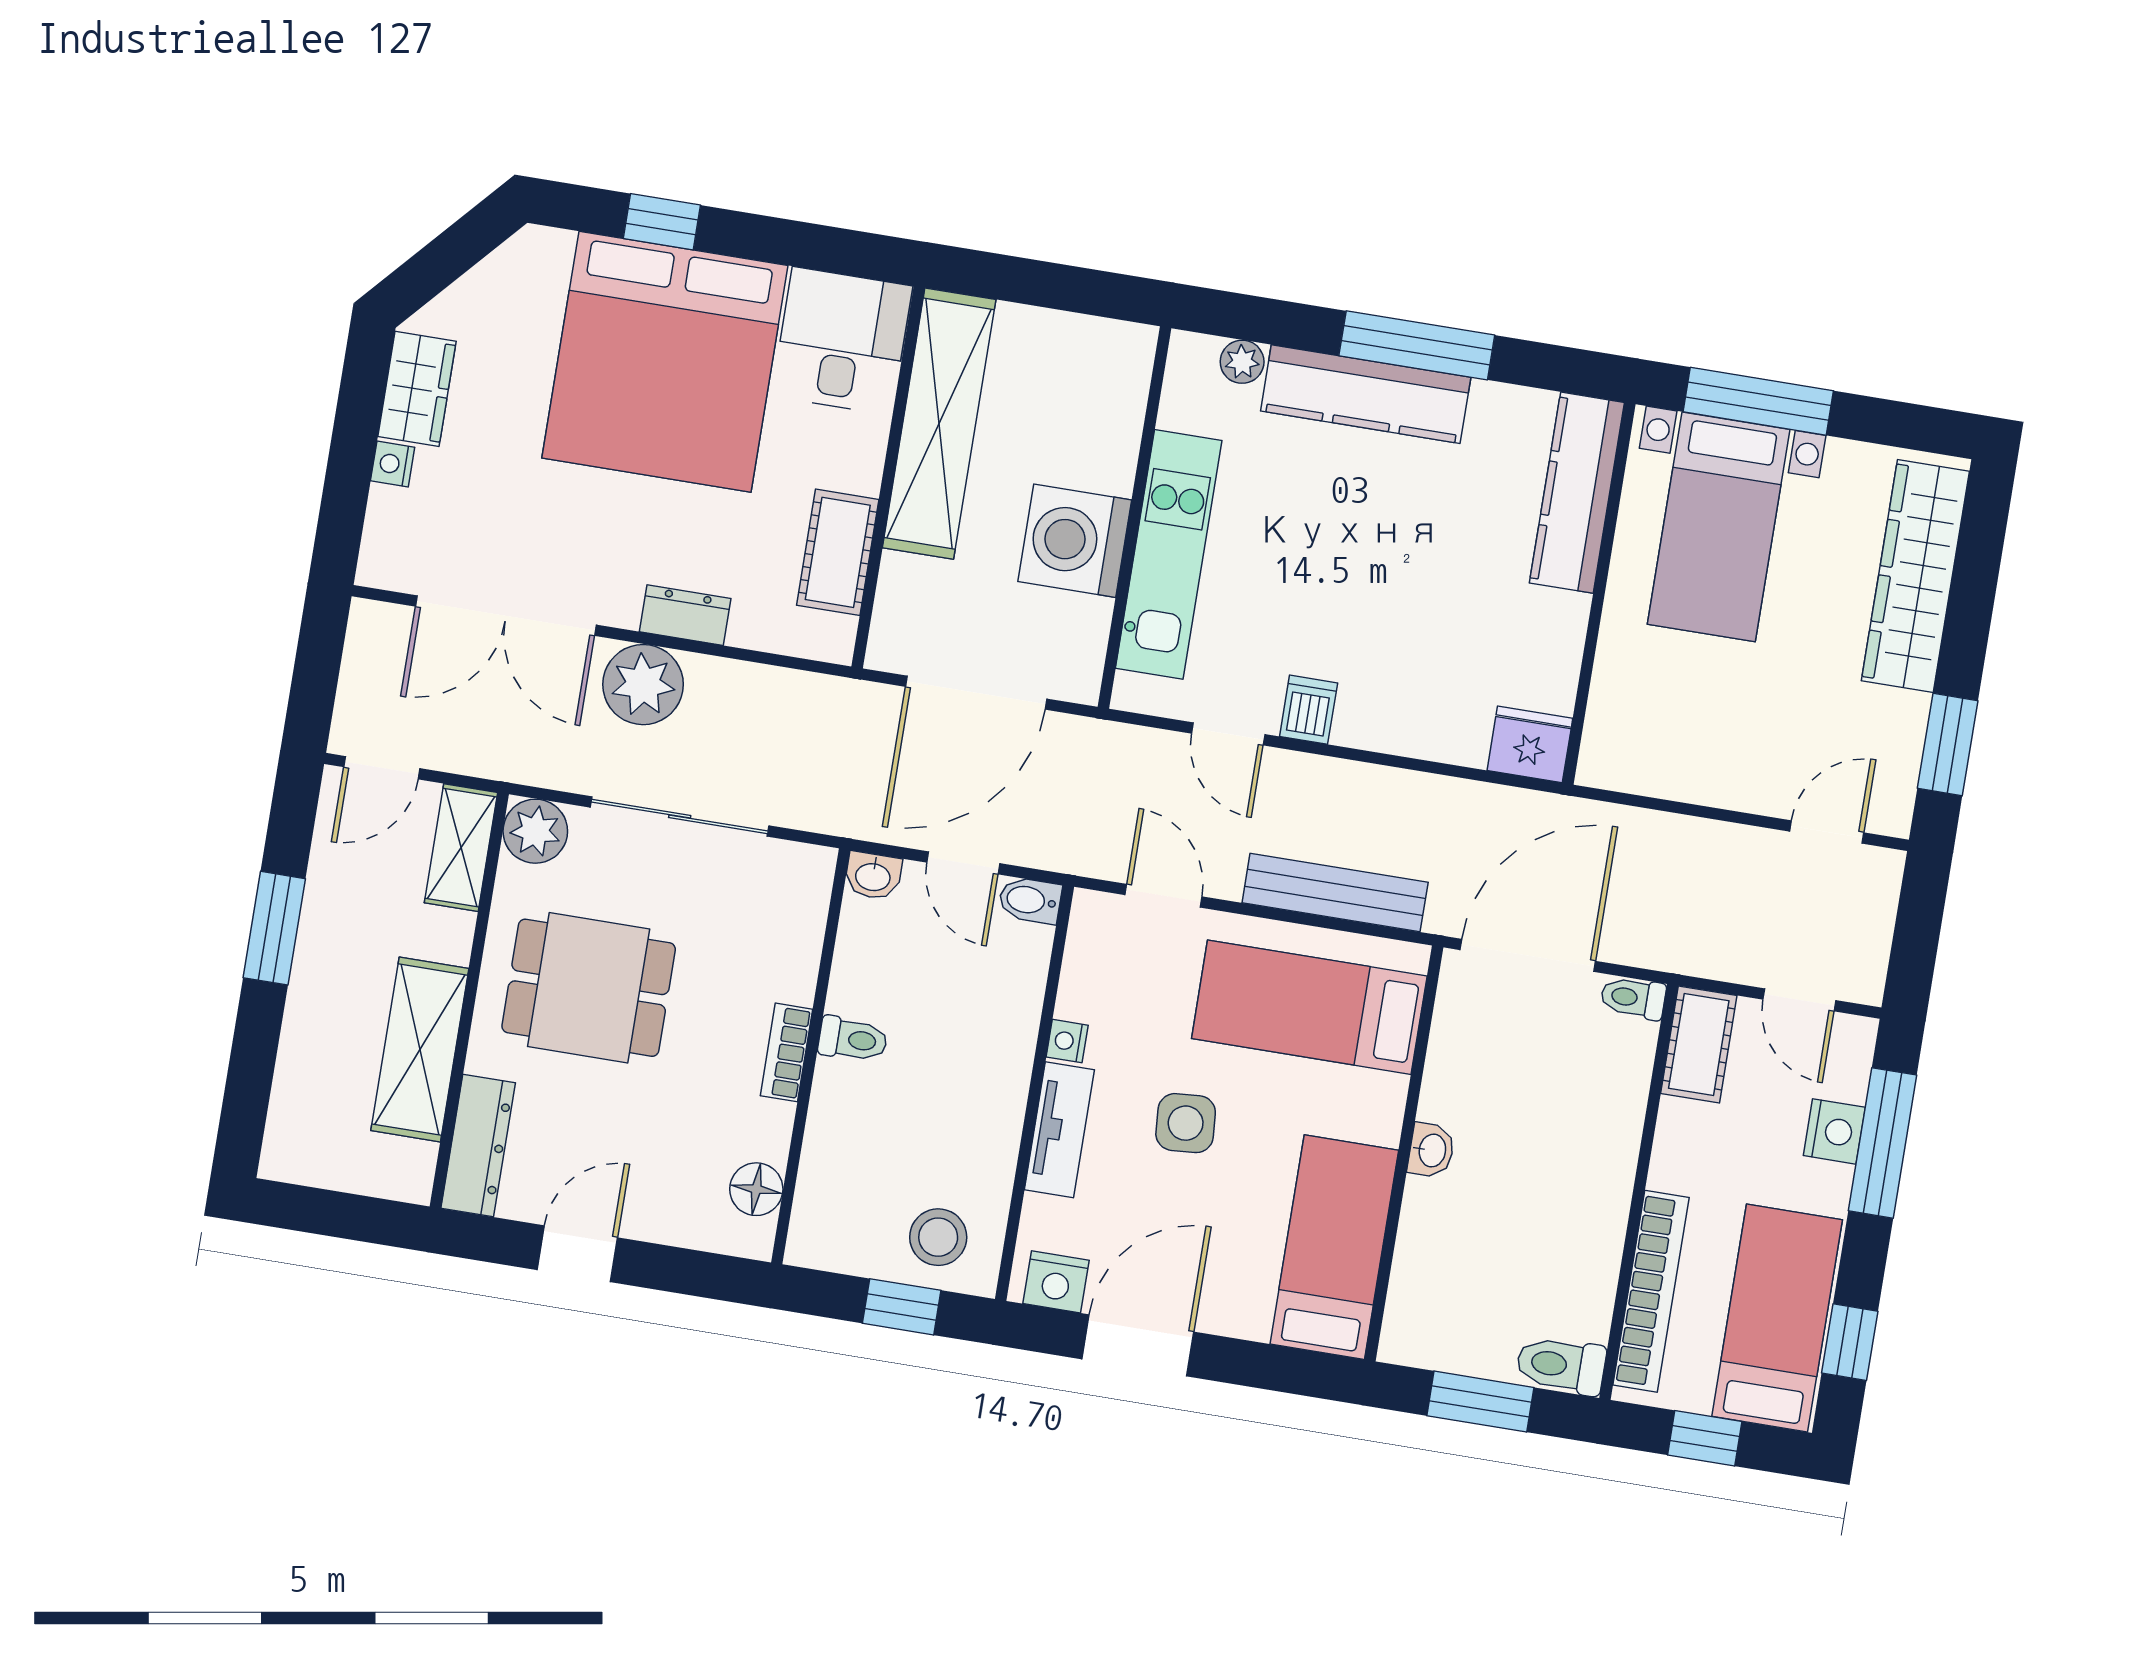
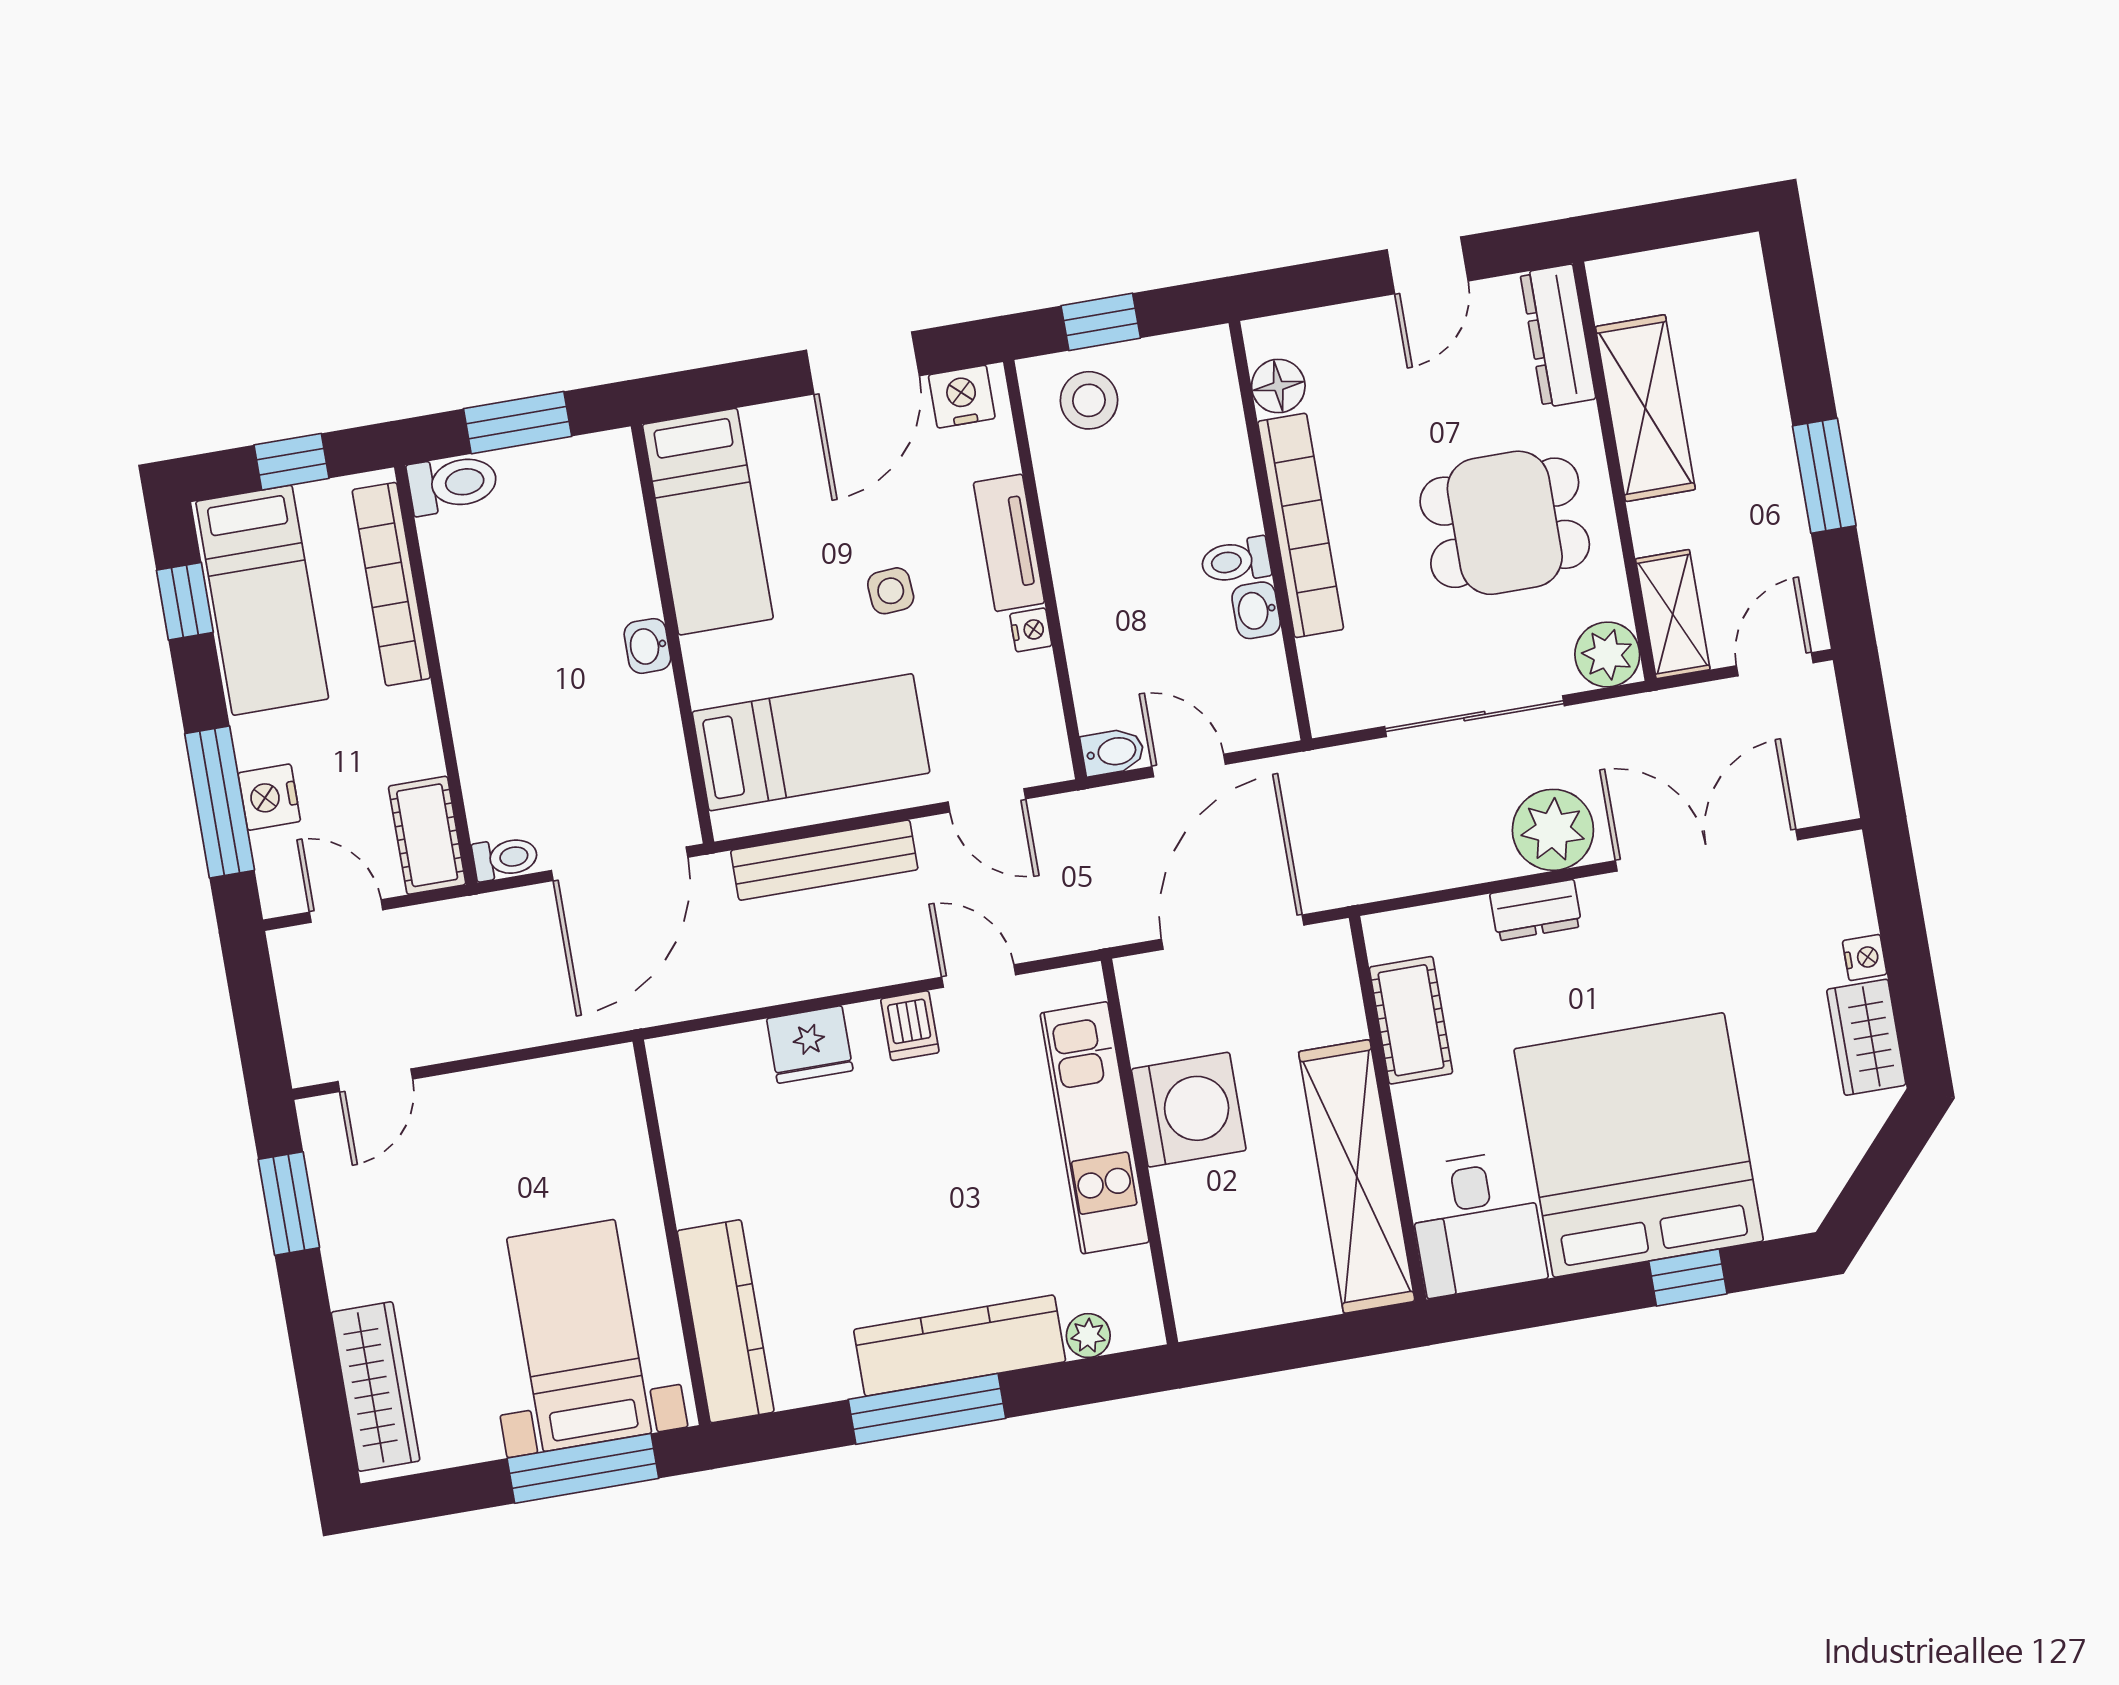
wardrobe: (1915, 576) -> (375, 1386), width x0.71, depth x0.85
fridge: (1530, 744) -> (810, 1045), moved
washbasin: (873, 876) -> (1256, 610), moved, turned -90
bookcase: (786, 1052) -> (1301, 525), width x2.31, depth x1.31
side table: (1186, 1123) -> (891, 591), width x0.73, depth x0.73

